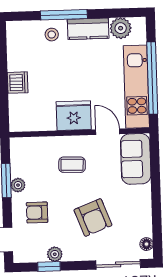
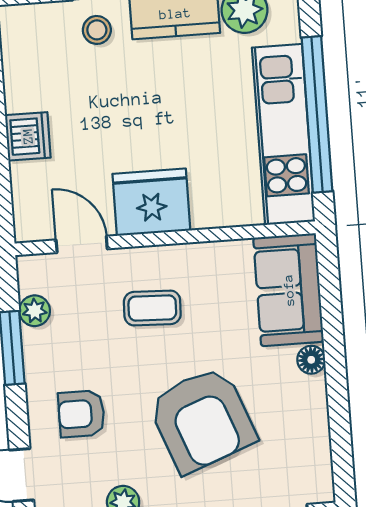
door: (108, 132) -> (82, 244), moved
plant: (18, 185) -> (35, 311), moved
armchair: (93, 218) -> (202, 420), width x1.36, depth x1.36
floor lamp: (146, 244) -> (311, 360), moved

